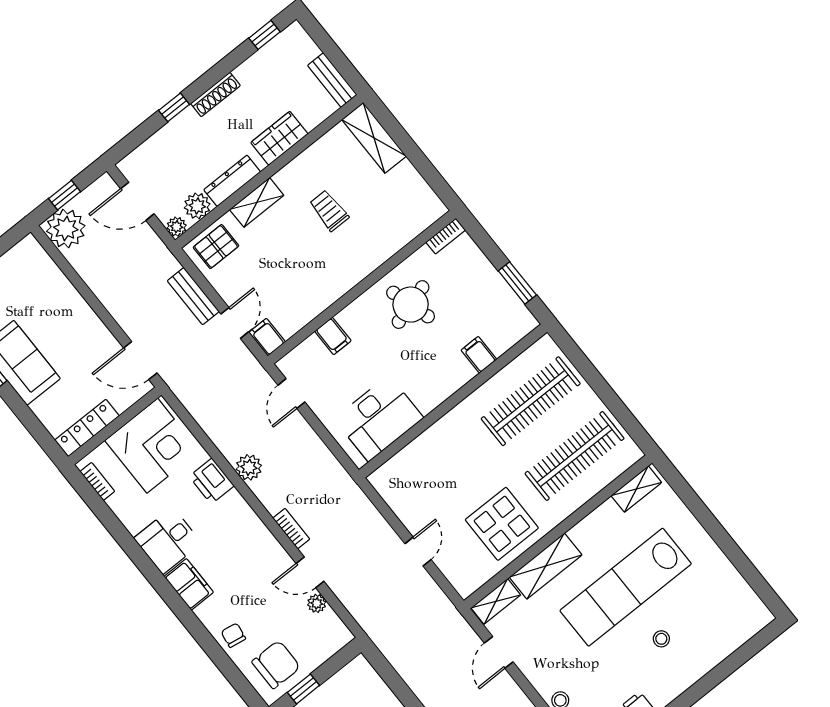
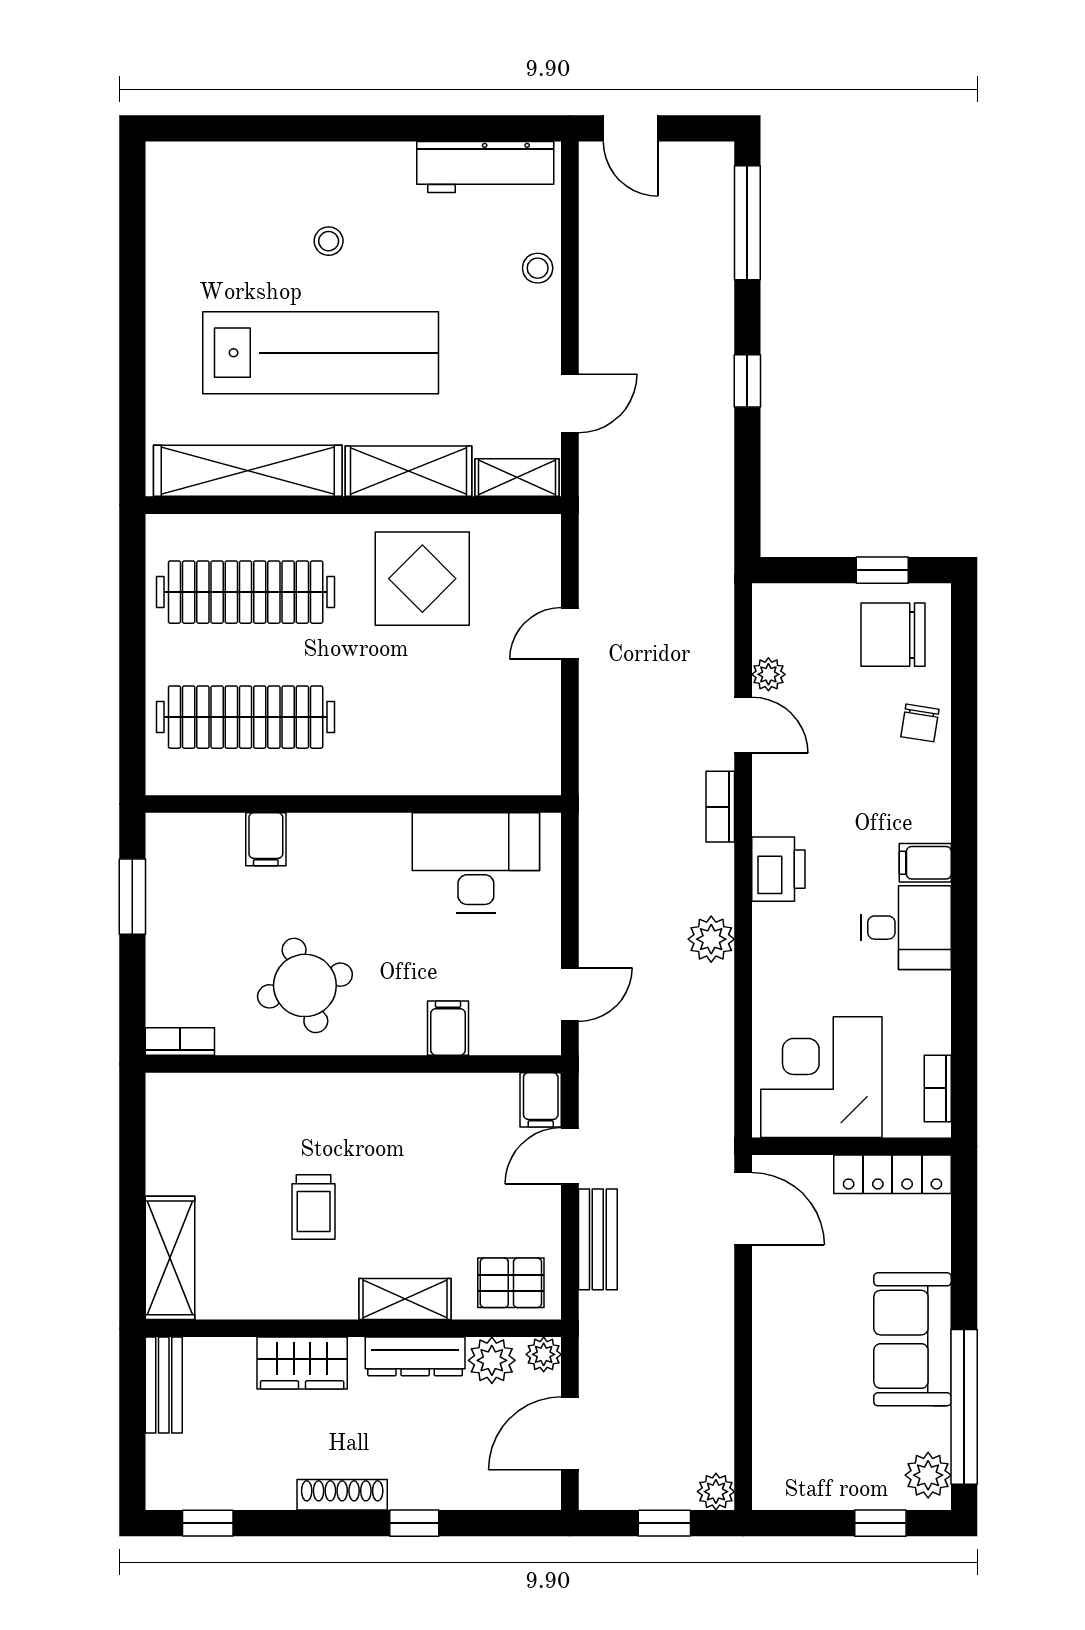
door: (137, 201) -> (570, 1433), swing flipped
plant: (66, 228) -> (716, 1492), width x0.53, depth x0.53
printer: (212, 481) -> (778, 869), moved
shelving: (636, 489) -> (248, 471), width x2.20, depth x1.33
filing cabinet: (189, 584) -> (925, 863), width x0.50

